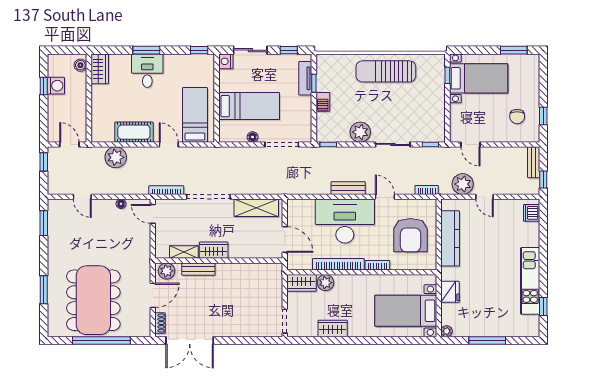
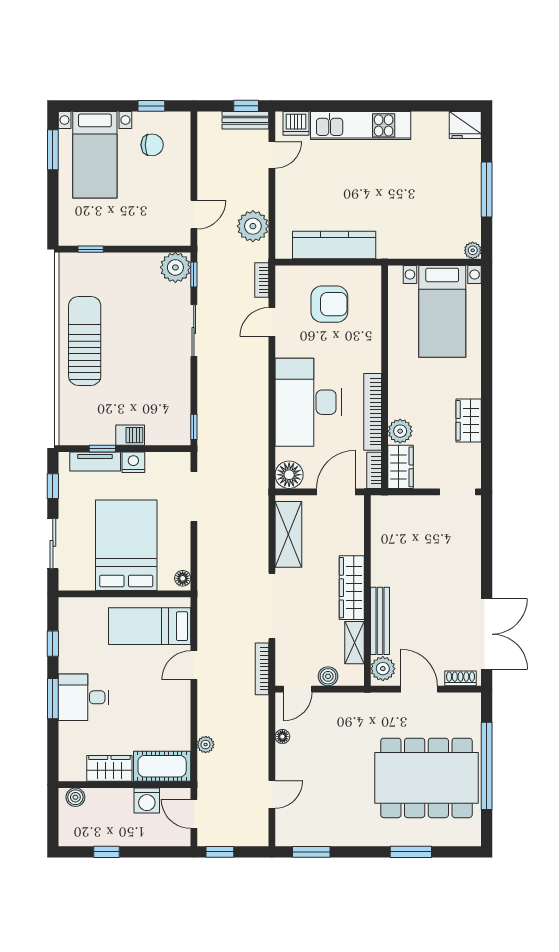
window: (199, 50) -> (53, 644), moved
nightstand: (226, 61) -> (133, 462), moved, turned 180
wardrobe: (100, 69) -> (109, 768), moved
sun lounger: (386, 71) -> (85, 341), turned 180
bed with nightstands: (479, 78) -> (95, 155), moved, turned 180
washing machine: (56, 86) -> (147, 801), moved, turned 180
bed: (249, 106) -> (126, 545), width x1.50
cot: (134, 132) -> (162, 766), moved, turned 90
plant: (360, 132) -> (175, 267), moved
floor lamp: (253, 137) -> (183, 578), moved
door: (69, 144) -> (194, 814), hinge flipped
plant: (116, 157) -> (206, 745), width x0.53, depth x0.53
bench: (534, 162) -> (245, 120), moved
bench: (348, 188) -> (259, 397), removed
door: (385, 197) -> (272, 322), moved
door: (485, 197) -> (272, 155), moved
floor lamp: (296, 208) -> (289, 475), added
boiler: (161, 234) -> (328, 676), added
armchair: (411, 235) -> (329, 304), width x0.73, depth x0.73
wardrobe: (214, 250) -> (352, 588), width x1.50
bookcase: (377, 265) -> (374, 470), moved
bench: (198, 269) -> (380, 621), width x1.36
kitchen unit: (530, 281) -> (361, 125), moved
fridge: (450, 292) -> (465, 125), moved, turned 180
window: (543, 306) -> (436, 106), removed

